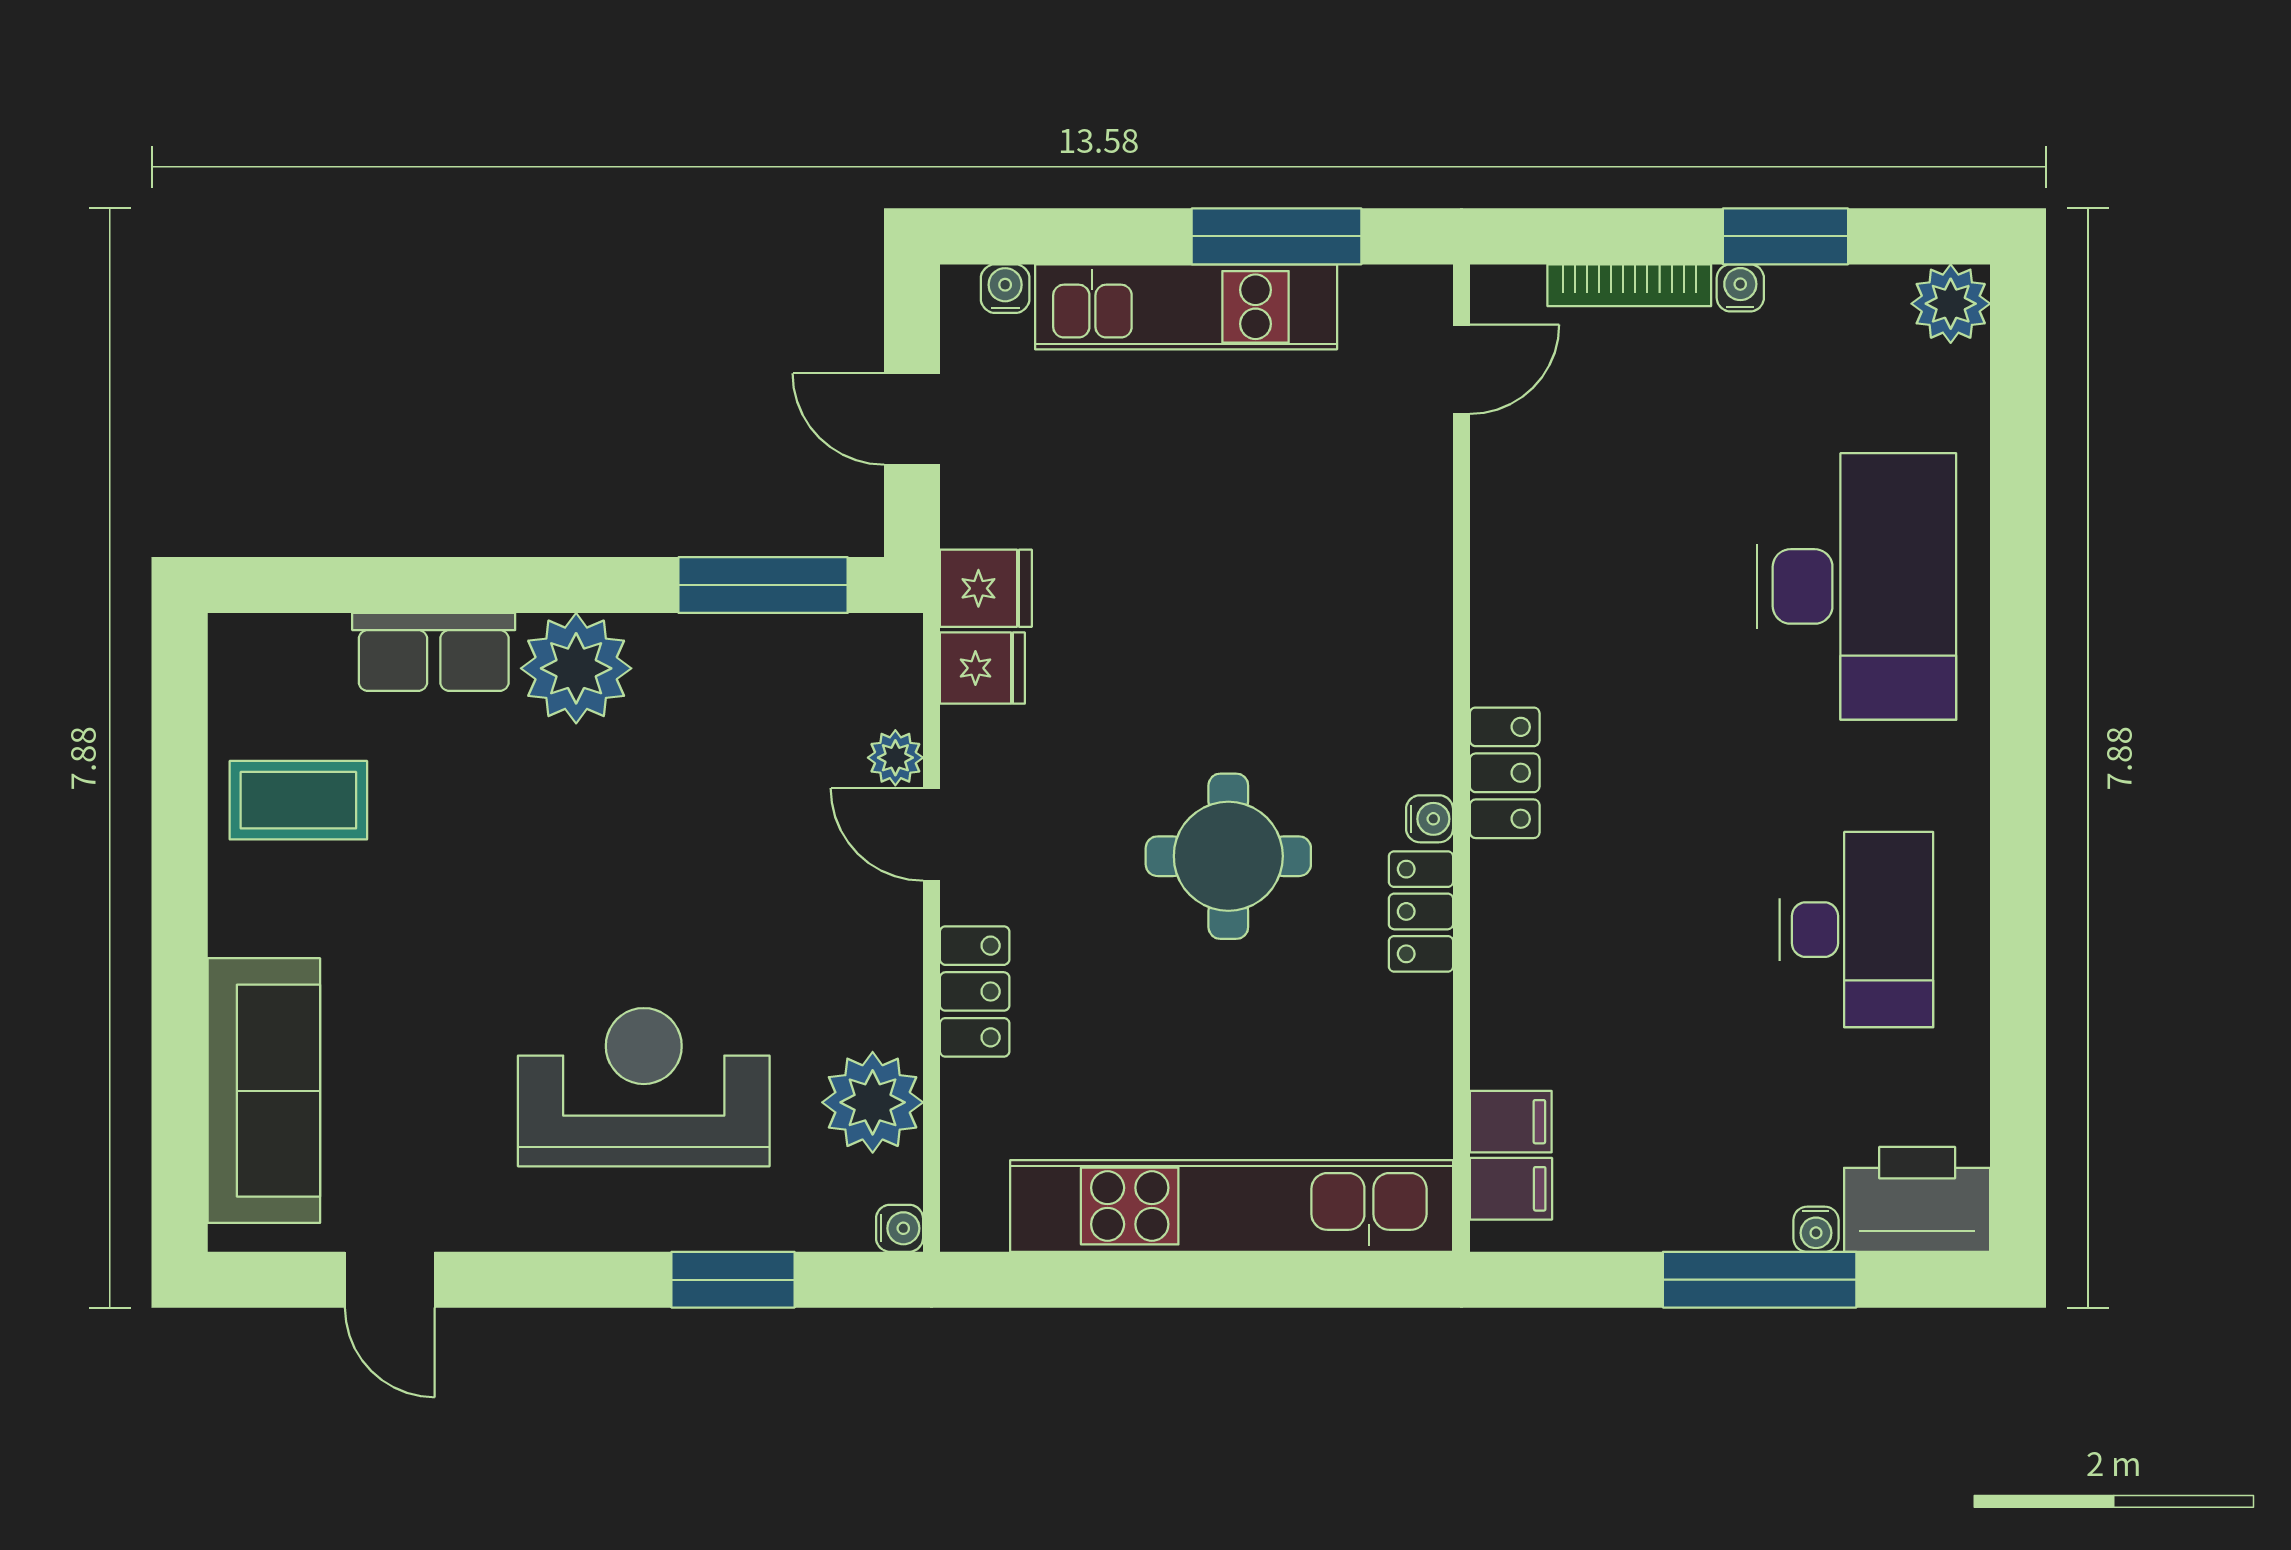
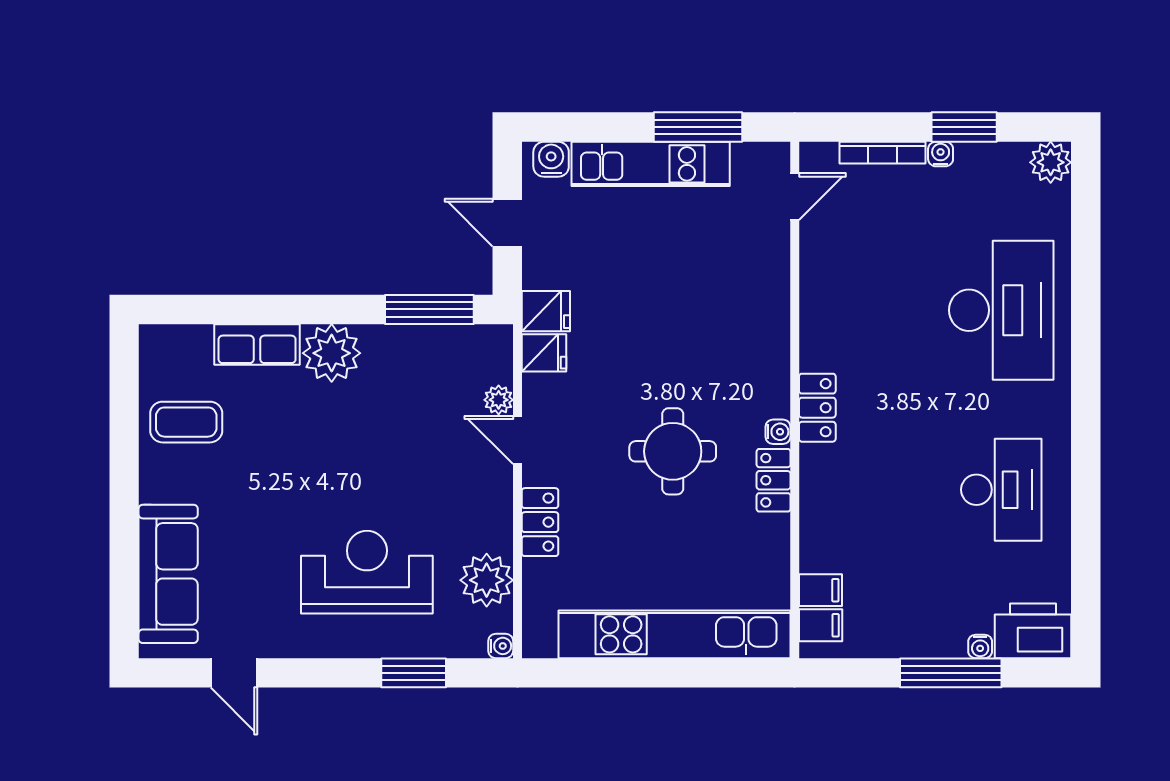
water cooler: (1005, 289) -> (551, 159), width x1.38, depth x1.38

